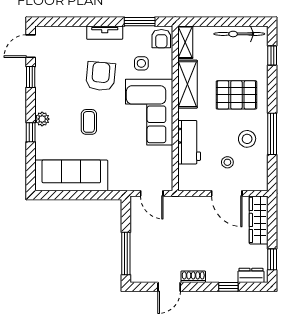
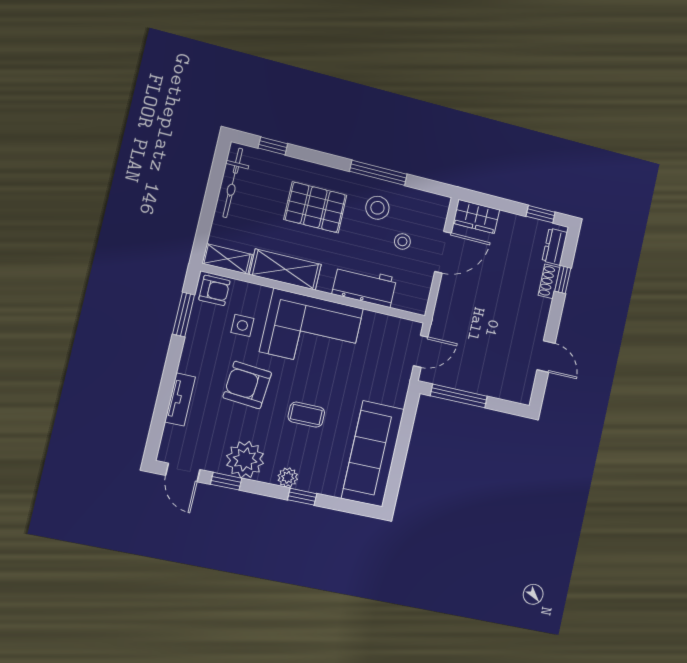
tv unit: (105, 33) -> (180, 399), moved
plant: (48, 87) -> (245, 460), added
pallet: (236, 95) -> (315, 207), turned 90
wardrobe: (259, 220) -> (476, 216), width x0.67
window: (126, 254) -> (459, 396), moved
shoe rack: (193, 277) -> (549, 281), moved

